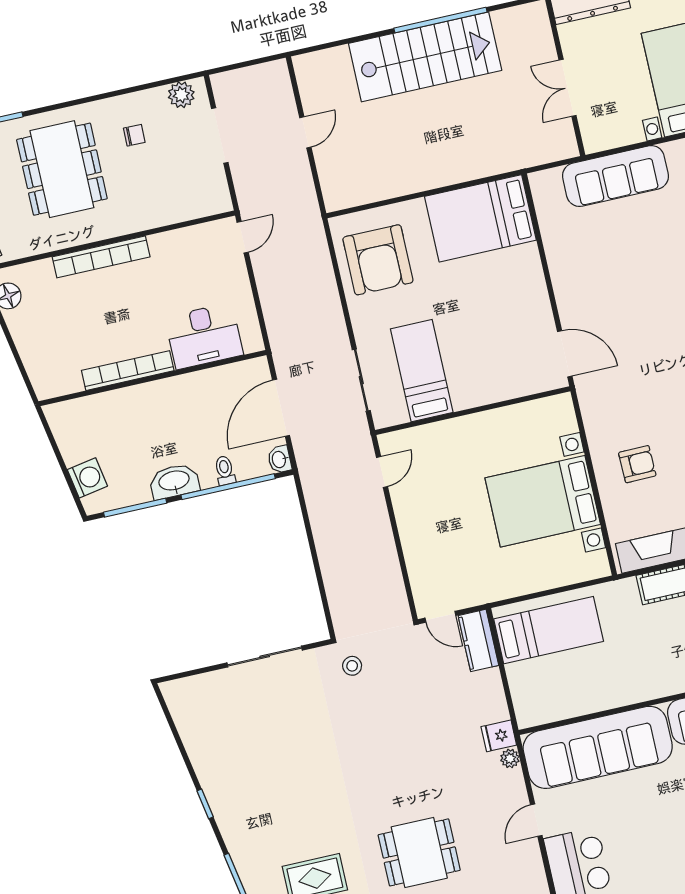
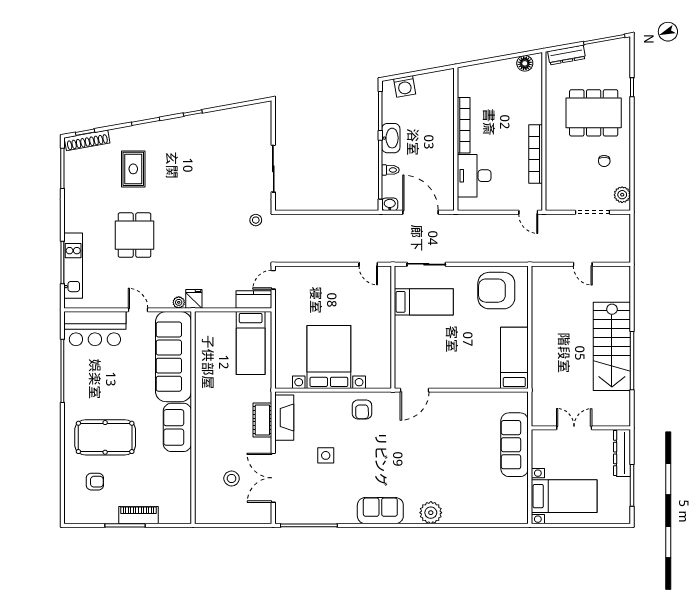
bed: (480, 218) -> (514, 358), width x0.67
bookcase: (101, 257) -> (536, 154), moved
armchair: (637, 464) -> (362, 409), moved

